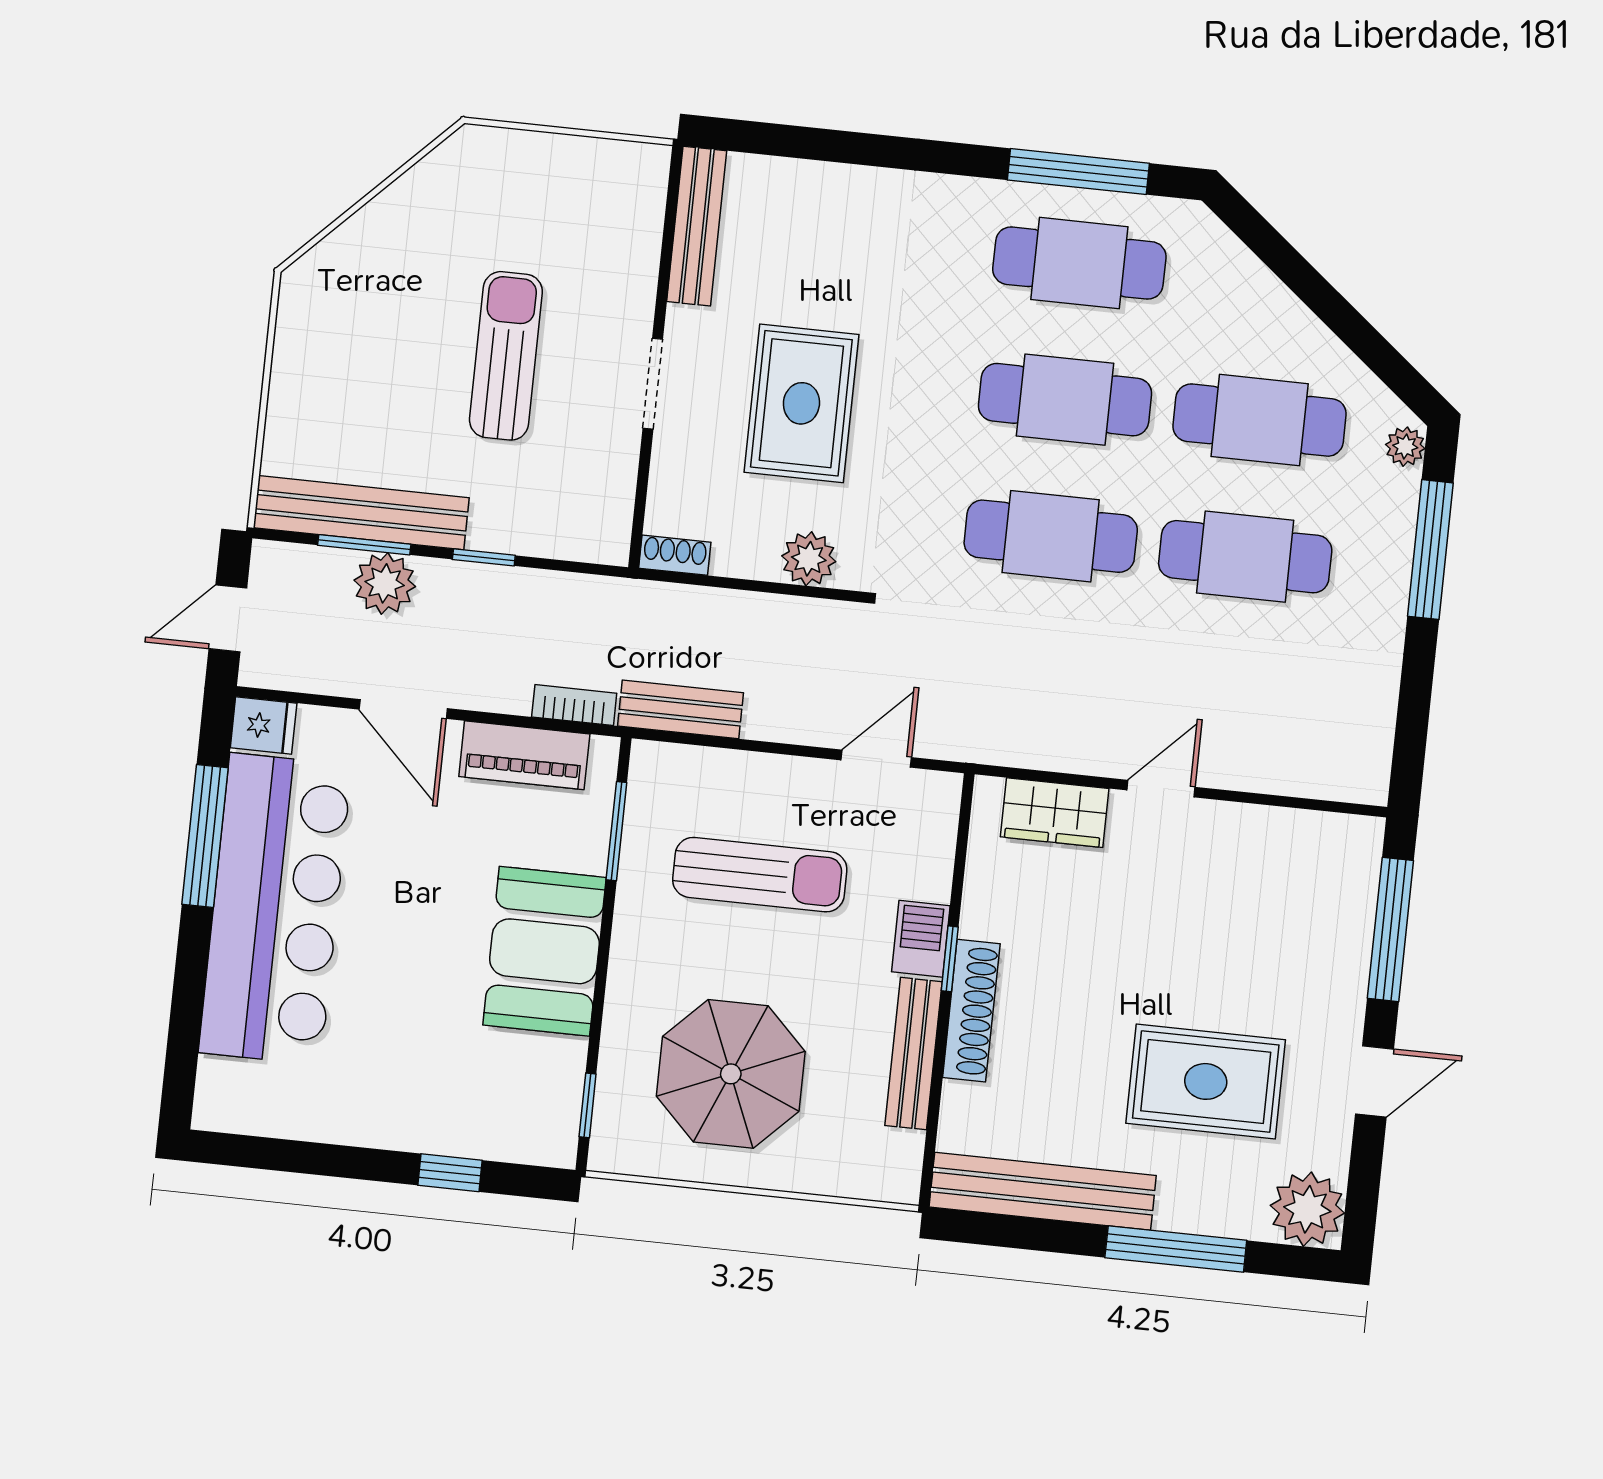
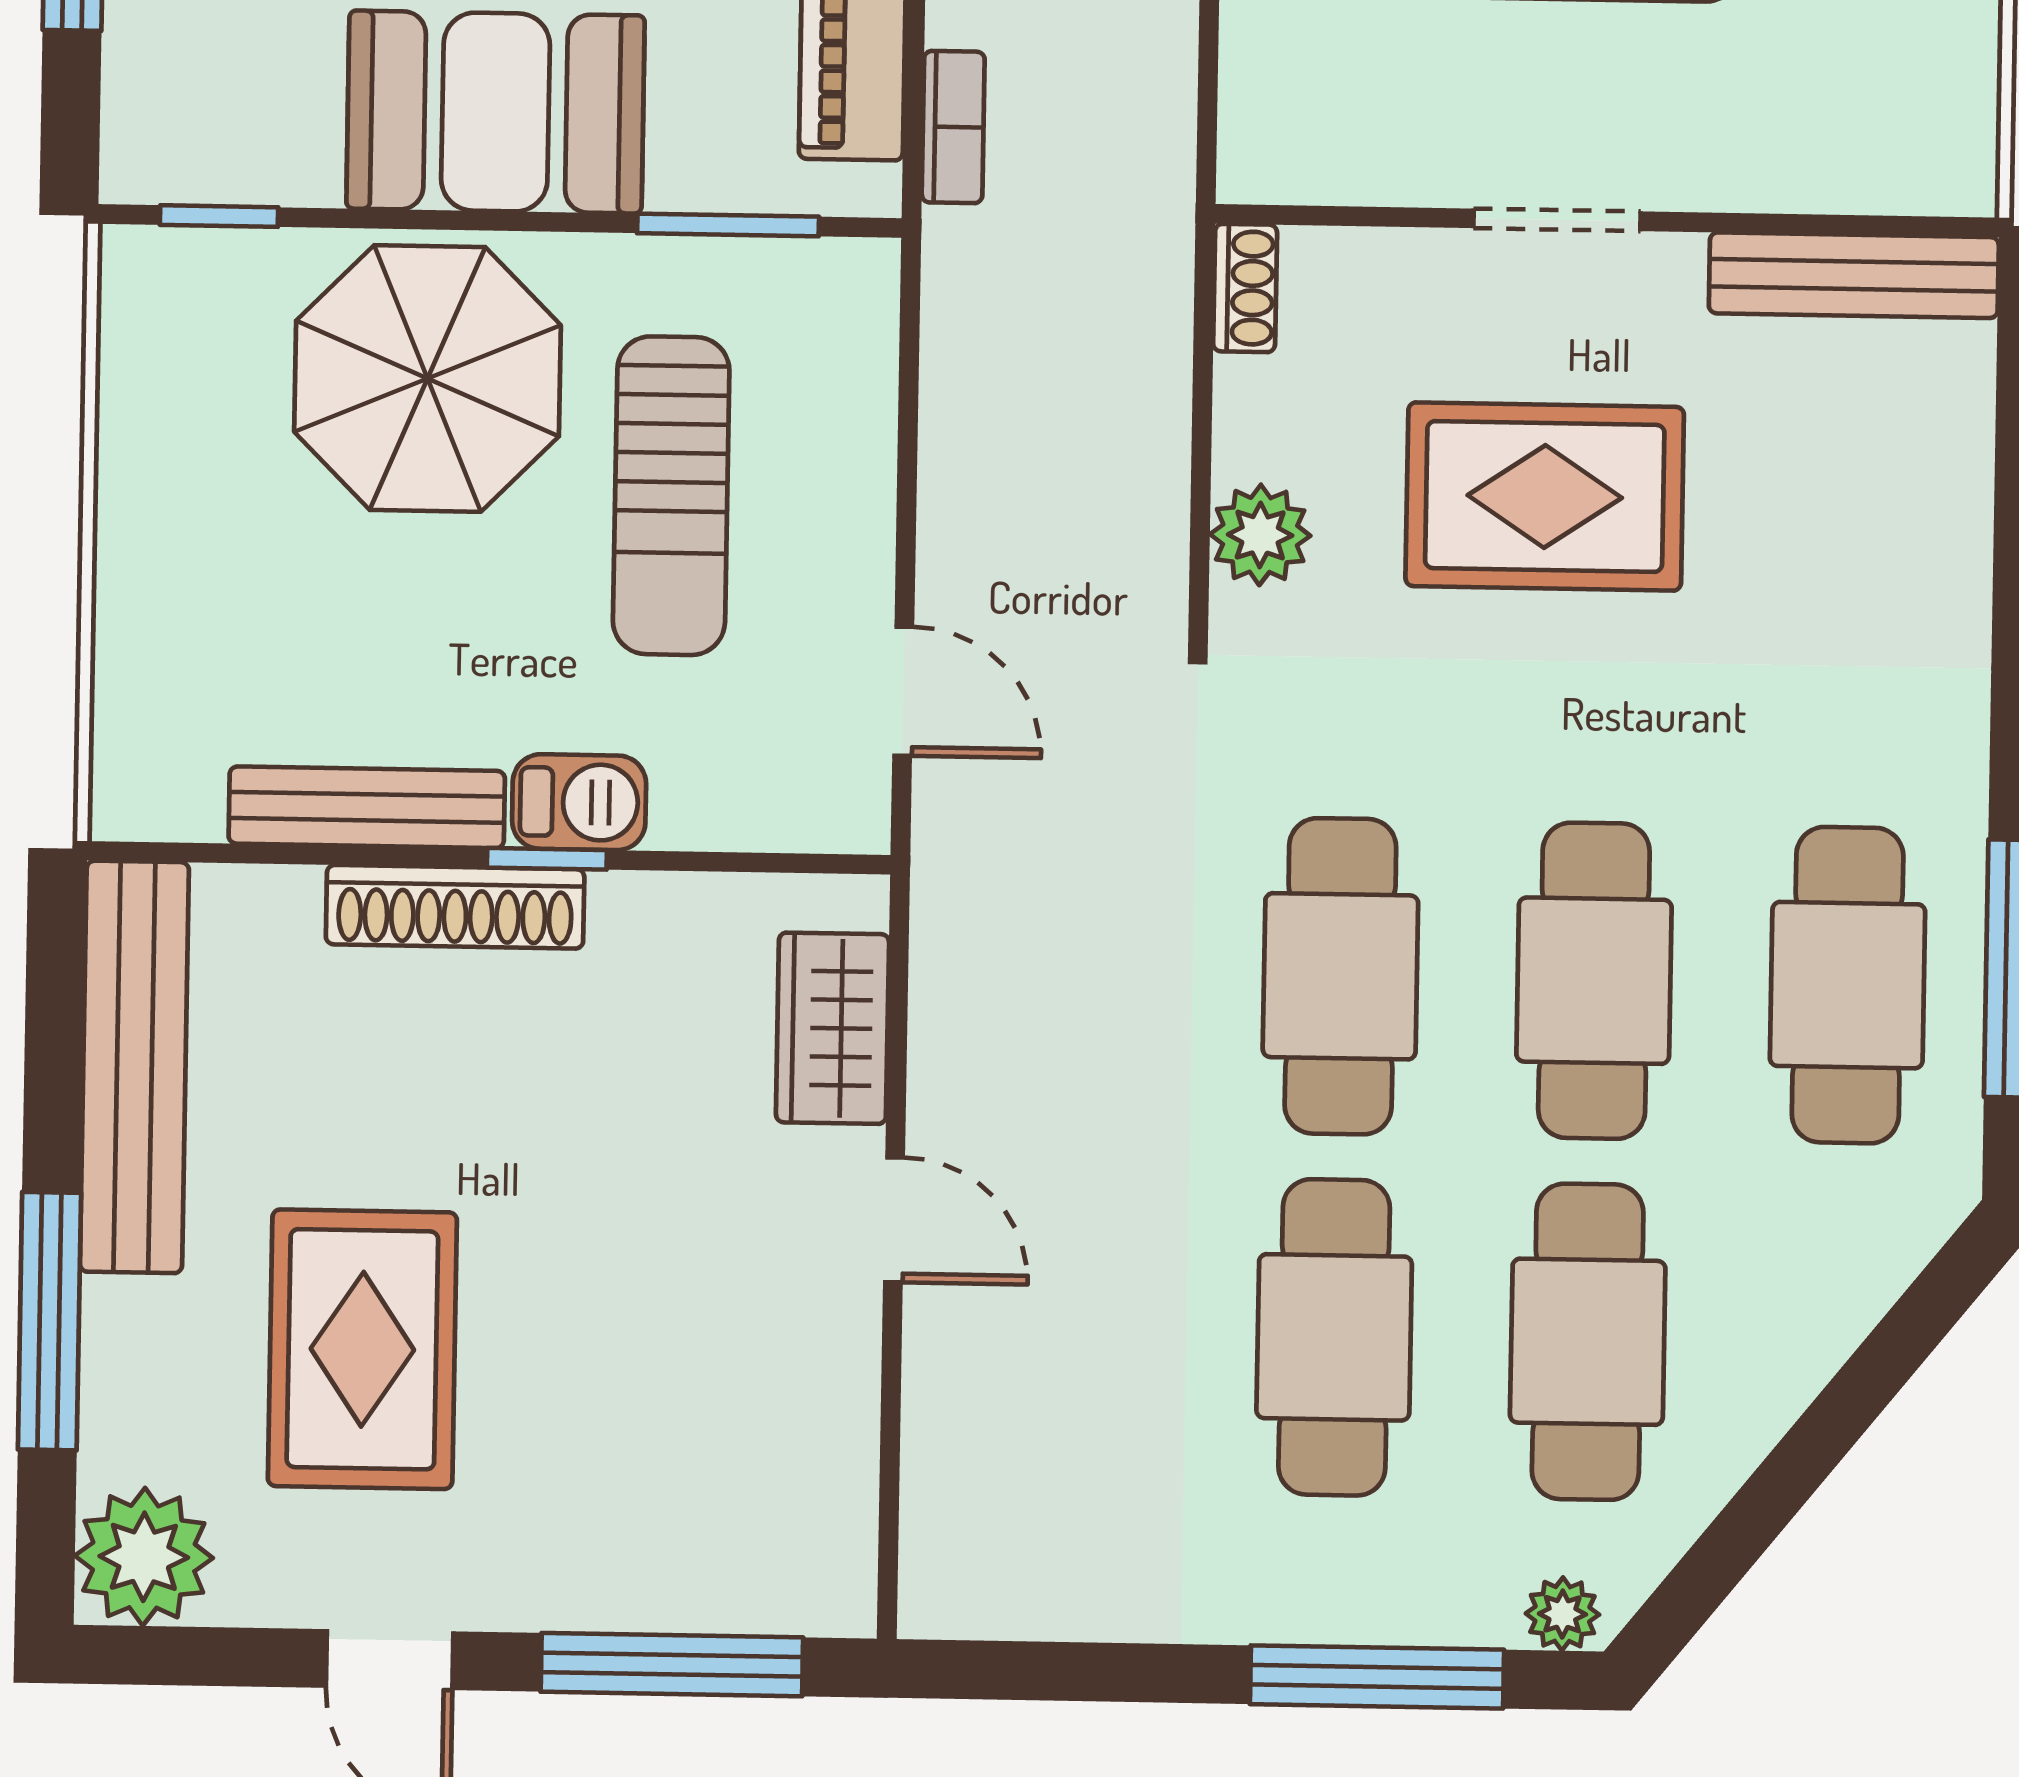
bench: (680, 709) -> (962, 323), removed
parasol: (731, 1074) -> (427, 378), moved

